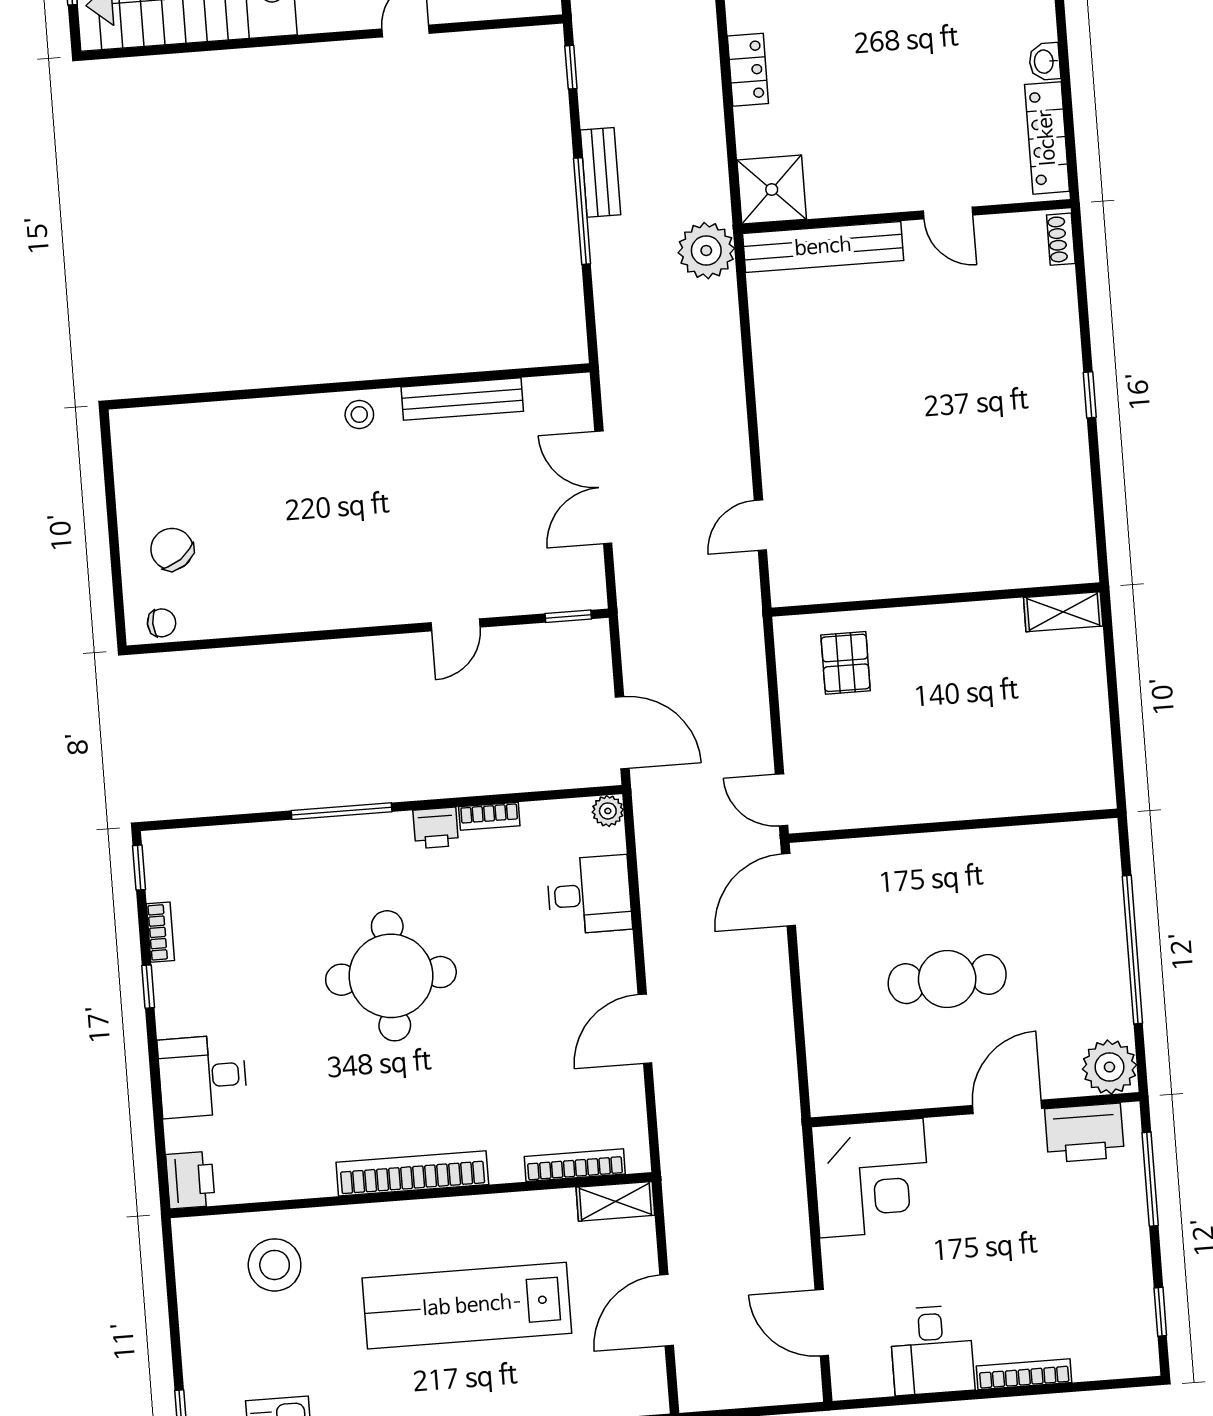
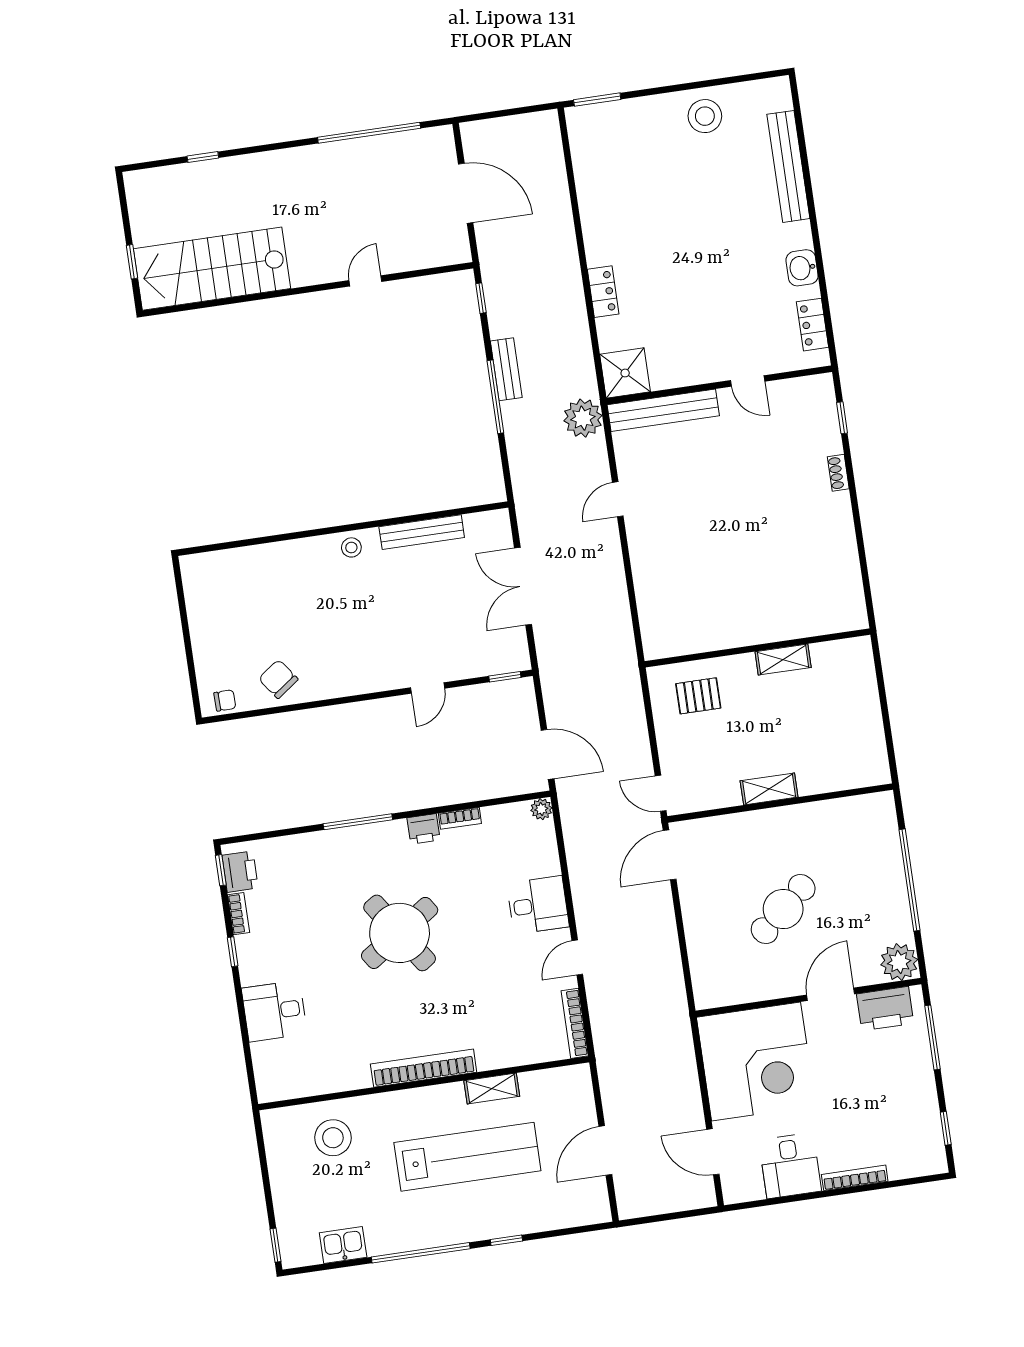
washbasin: (1045, 62) -> (802, 268), width x1.38, depth x1.45
locker: (1047, 138) -> (813, 325), width x0.66
shoe rack: (1061, 239) -> (838, 473), moved
window: (1090, 395) -> (842, 418), moved
door: (760, 525) -> (618, 499), moved
chair: (172, 549) -> (278, 679), moved
shelving: (1063, 612) -> (783, 660), moved
pallet: (846, 663) -> (698, 696), turned 90
shelving: (939, 804) -> (769, 789), added
desk: (589, 895) -> (538, 905), moved
round table: (391, 976) -> (400, 933), turned -34
cafe table: (947, 979) -> (783, 909), turned -39
door: (645, 1029) -> (577, 958), width x0.73
bookcase: (575, 1165) -> (575, 1023), moved, turned -90
corner desk: (871, 1178) -> (756, 1062), width x1.36, depth x1.36
printer: (190, 1180) -> (240, 872), moved
shelving: (615, 1201) -> (492, 1088), moved
lab bench: (467, 1306) -> (467, 1157), turned 180

